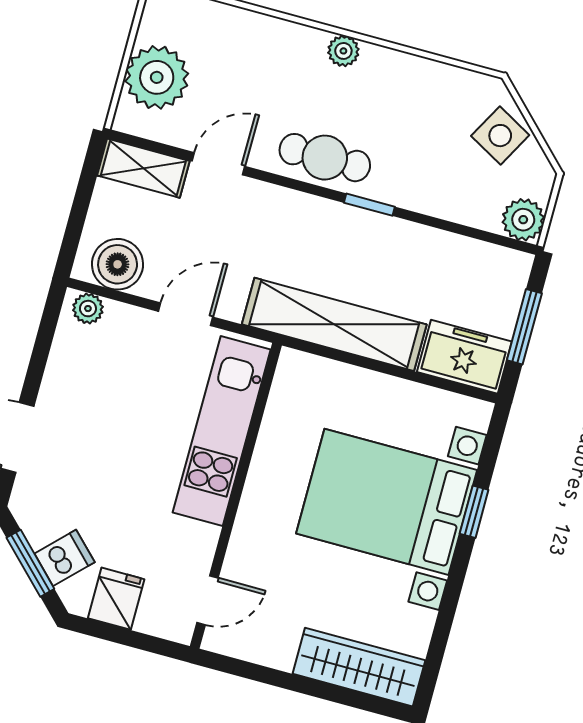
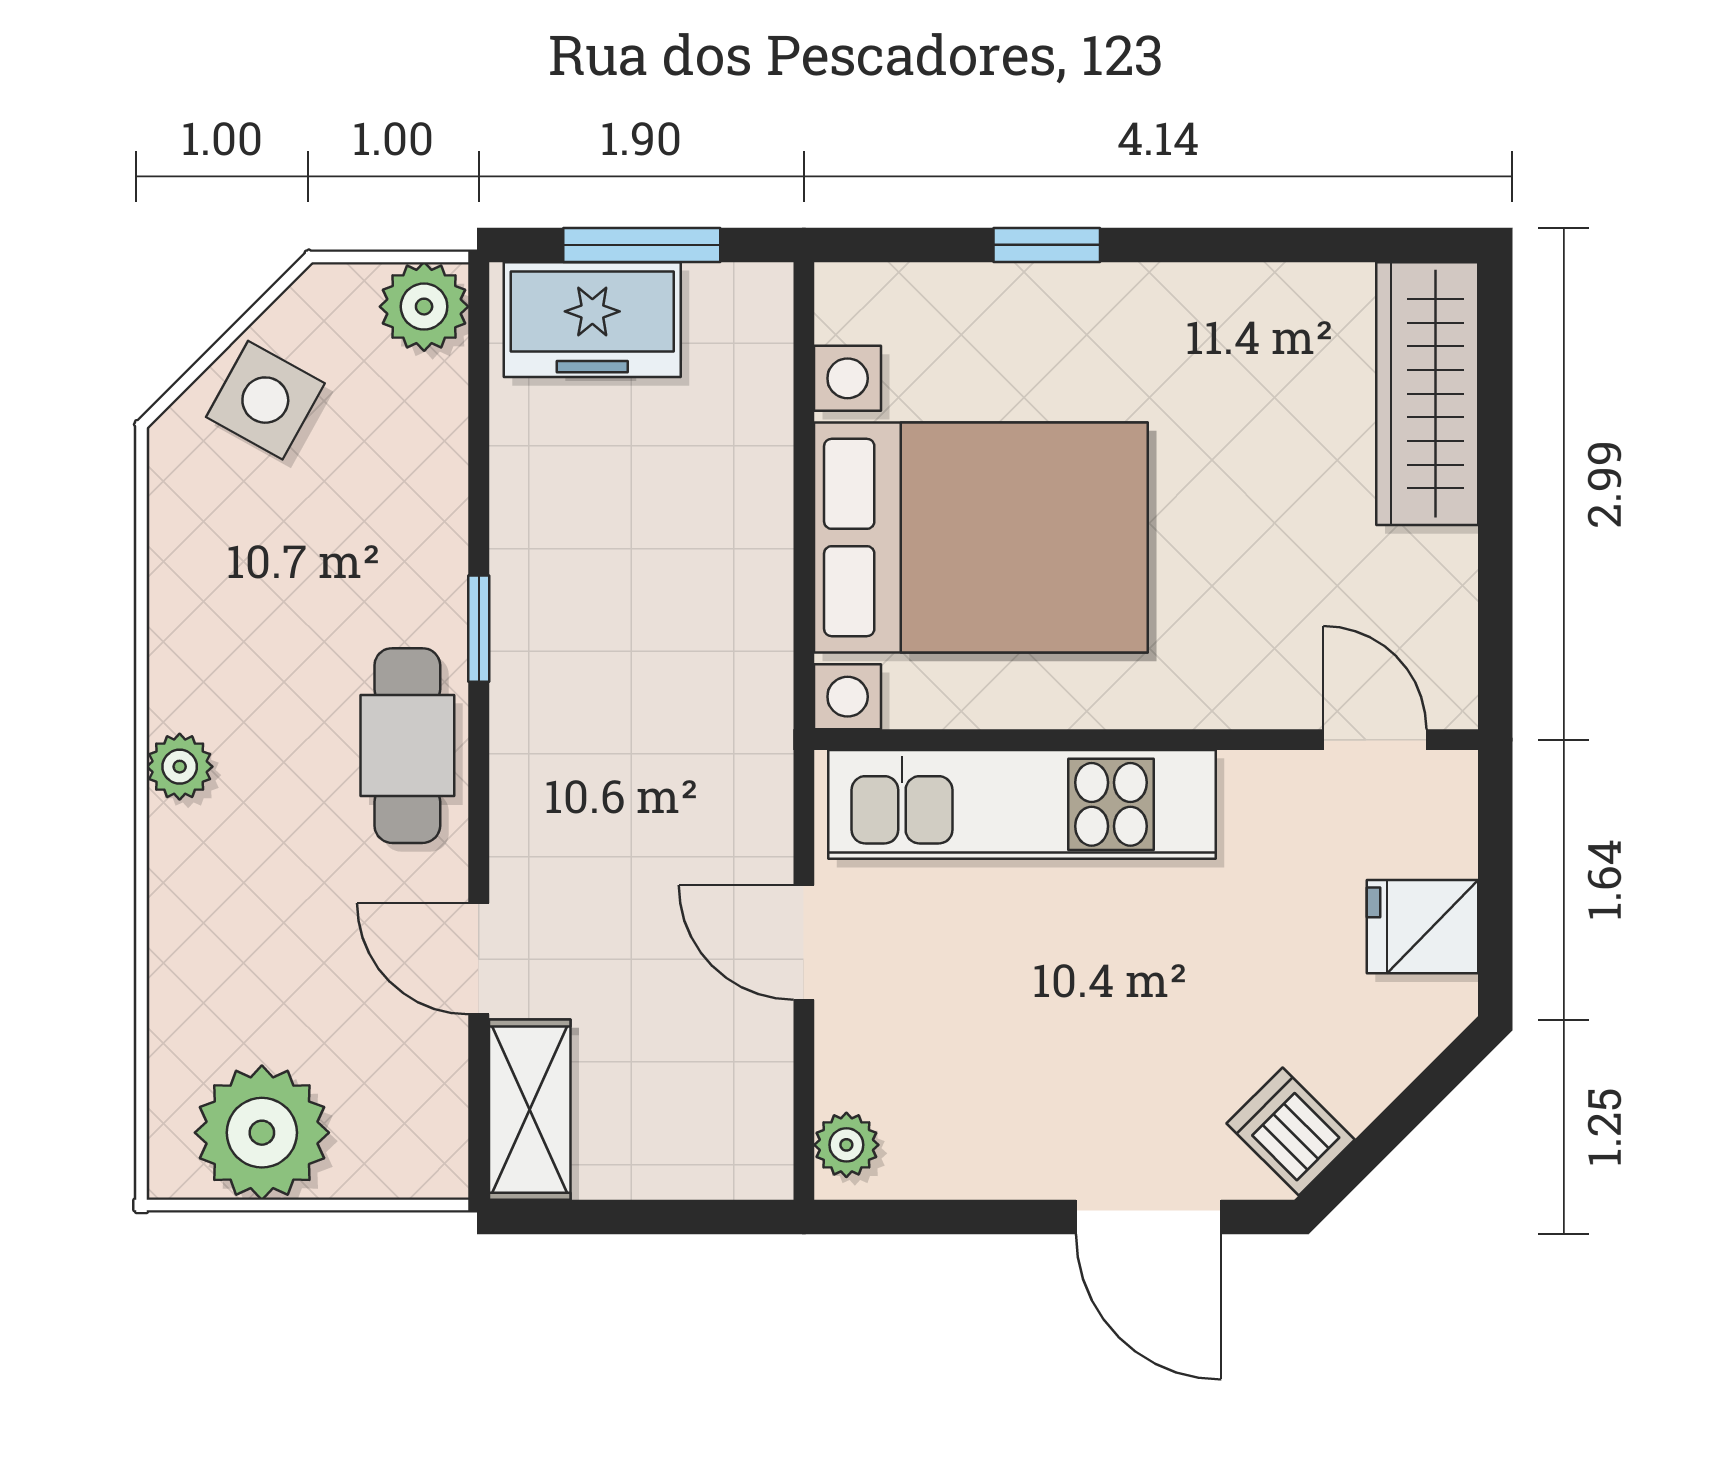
plant: (157, 77) -> (262, 1133), moved
boiler: (118, 264) -> (740, 1109), removed
shelving: (334, 324) -> (742, 634), removed
freezer: (464, 357) -> (592, 320), moved, turned -90
bed with nightstands: (387, 502) -> (981, 538), moved, turned -90
dishwasher: (65, 558) -> (1291, 1131), moved
window: (30, 563) -> (1398, 1121), removed

